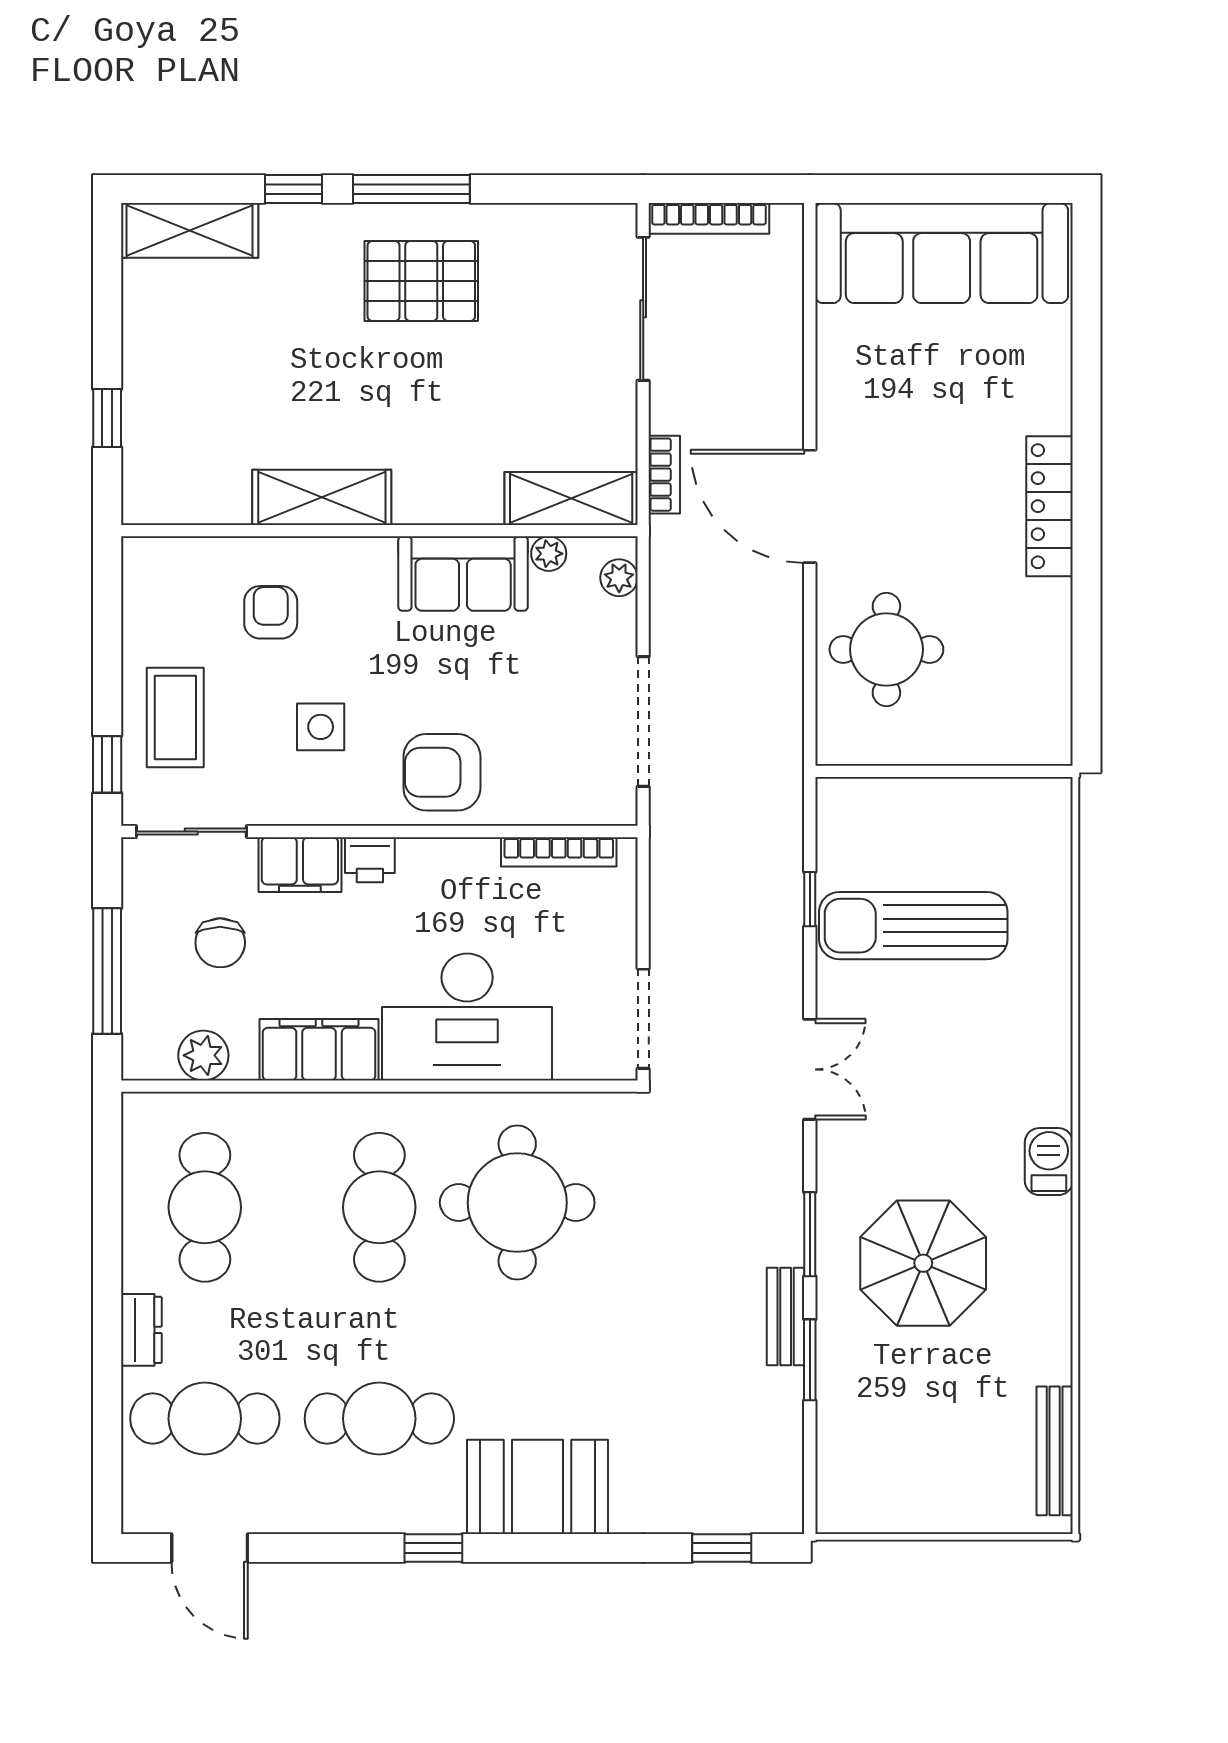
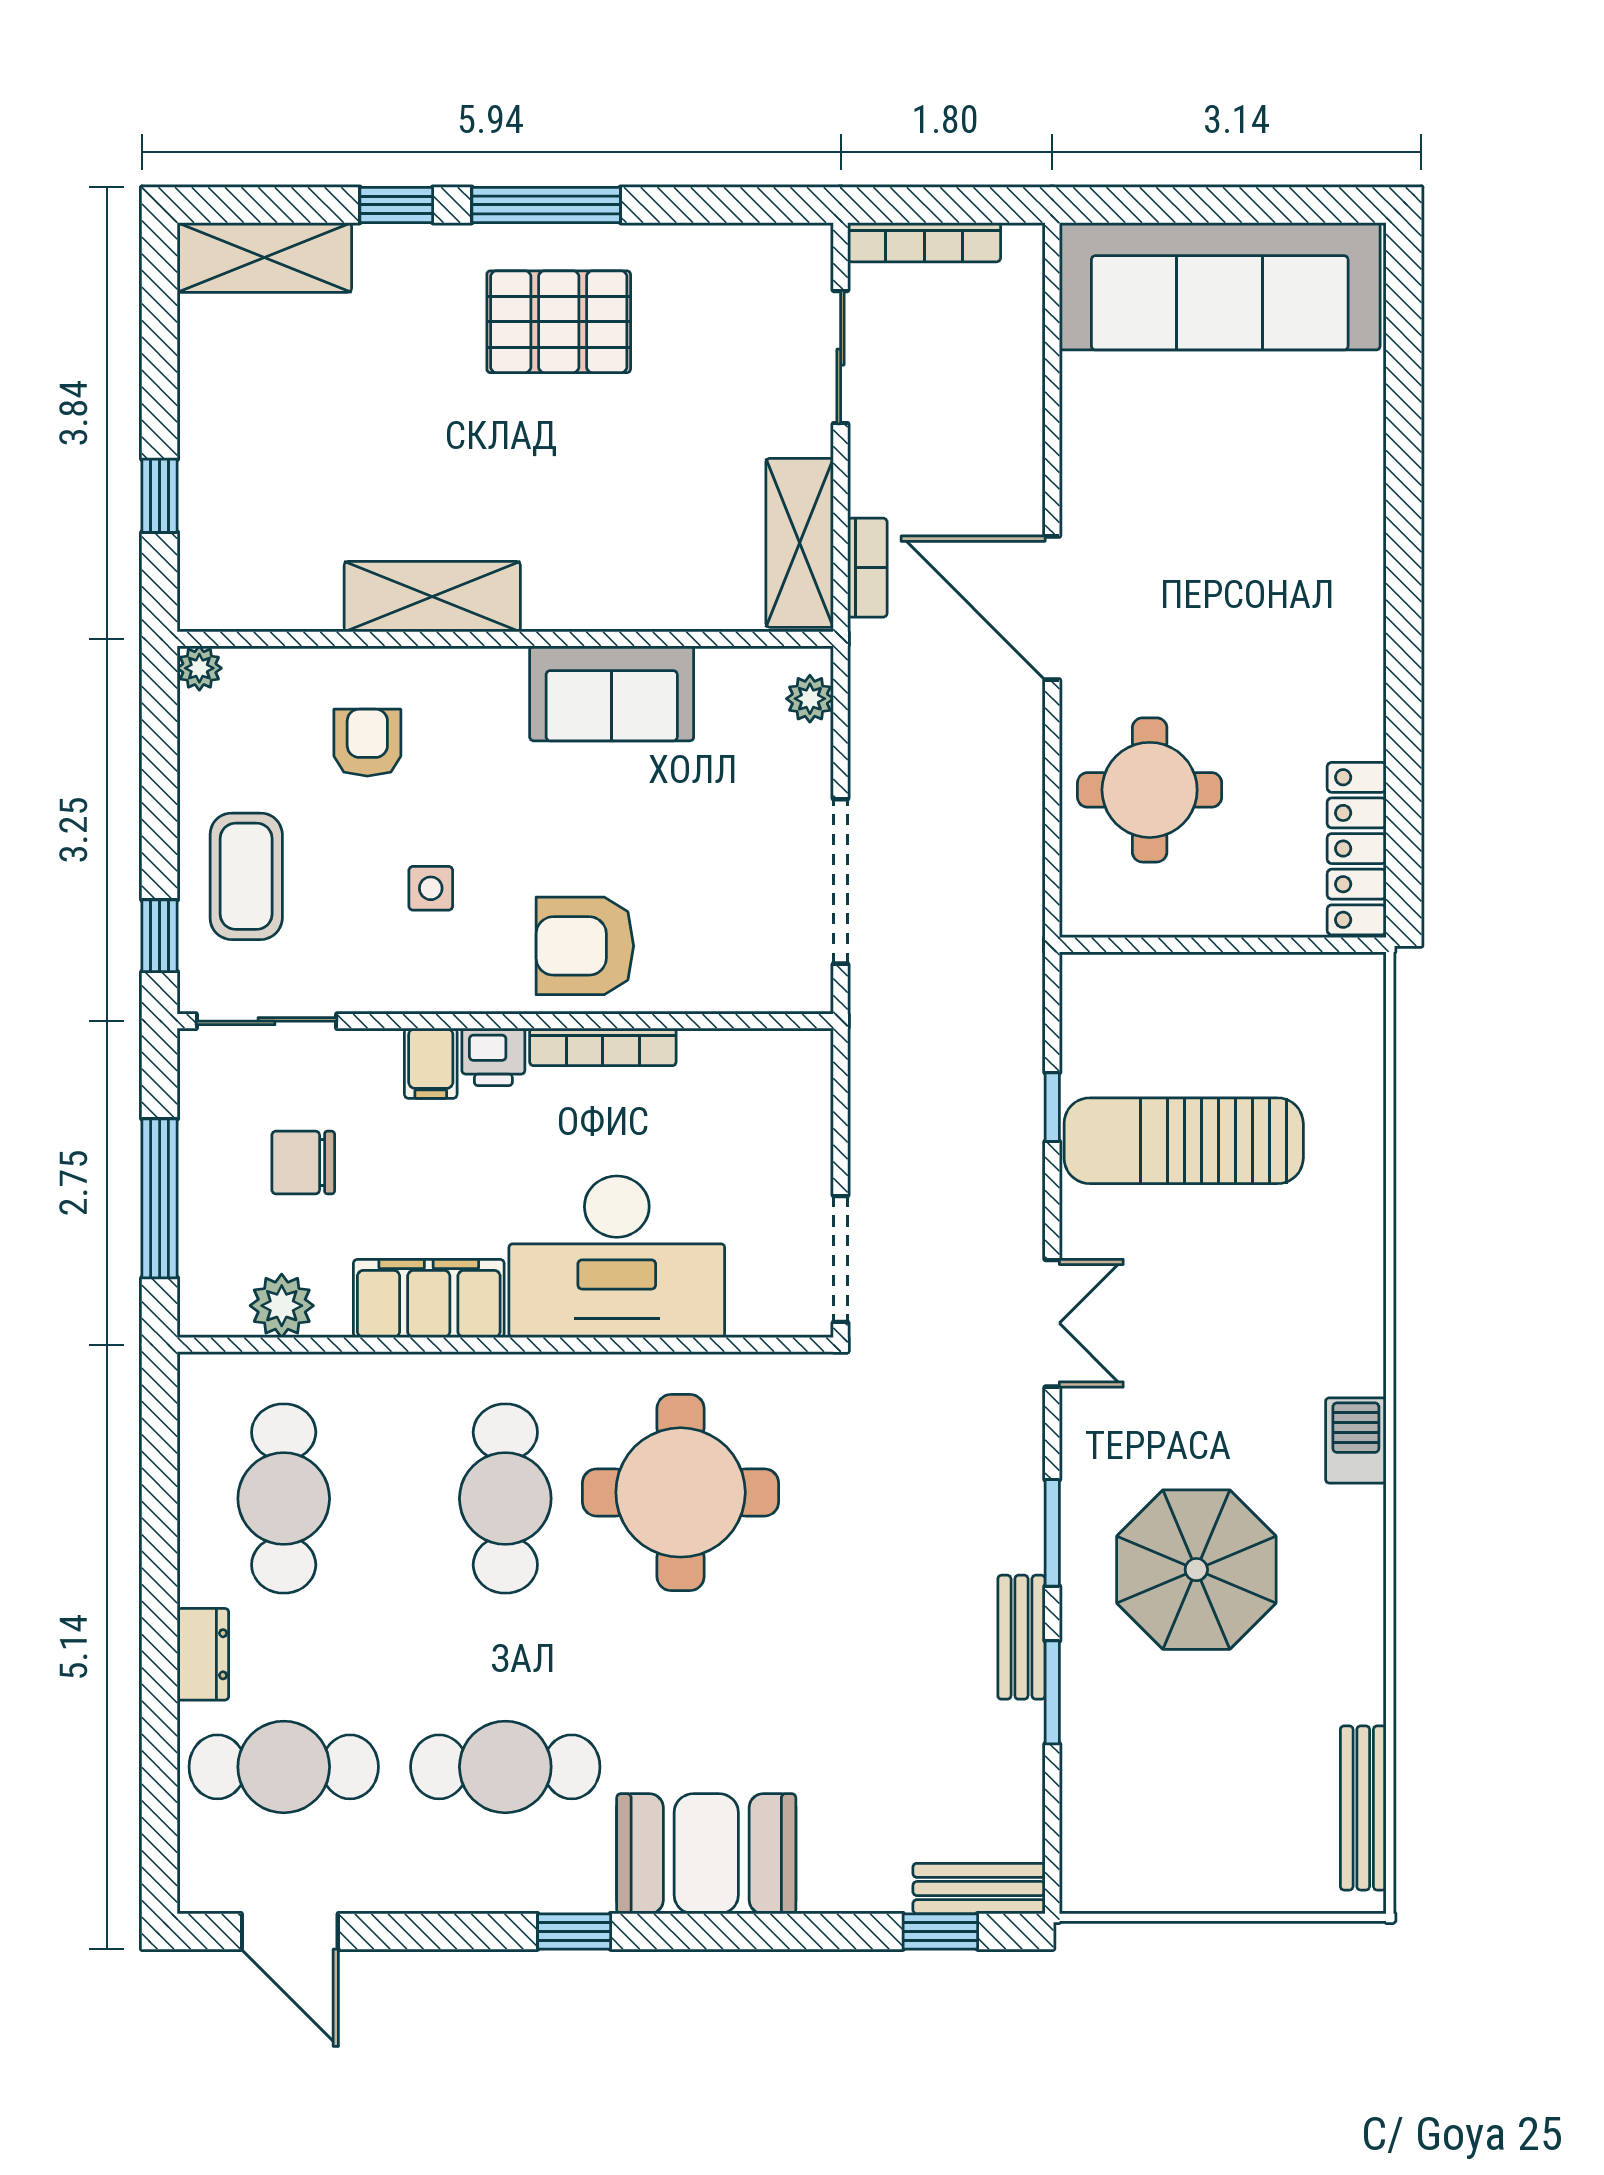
sliding door: (643, 309) -> (841, 357), width x0.73
shelving: (571, 498) -> (800, 543), moved, turned 90
locker: (1049, 506) -> (1357, 849), moved
plant: (549, 554) -> (199, 668), moved
side table: (321, 727) -> (431, 888), width x0.73, depth x0.73
bookcase: (559, 852) -> (603, 1047), moved
filing cabinet: (300, 865) -> (431, 1063), width x0.50
chair: (220, 943) -> (303, 1163), turned 90
bench: (752, 1514) -> (979, 1889), added

